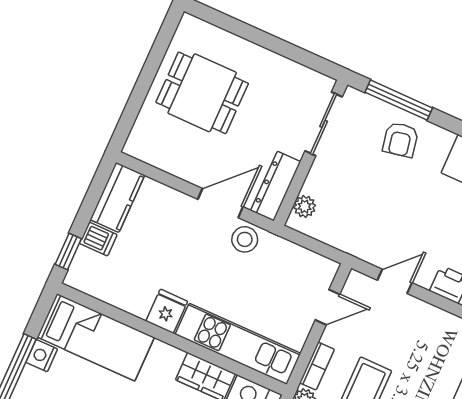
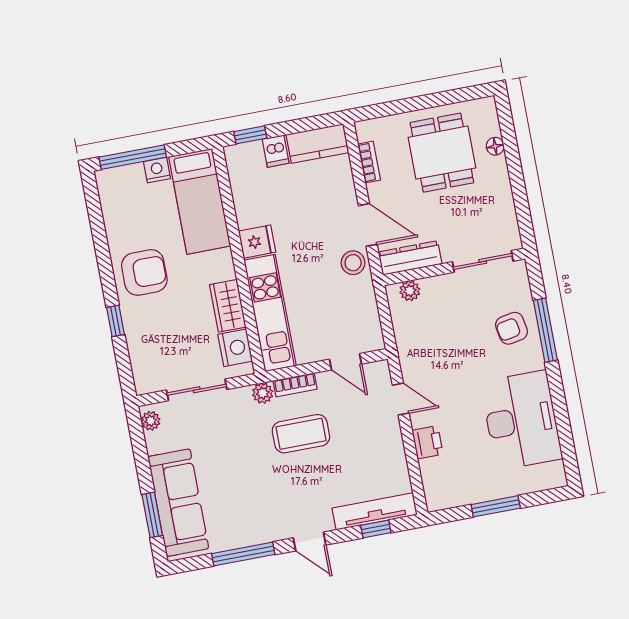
floor lamp: (229, 42) -> (495, 146), added
window: (399, 100) -> (545, 330), moved
bookcase: (166, 163) -> (369, 162), added

